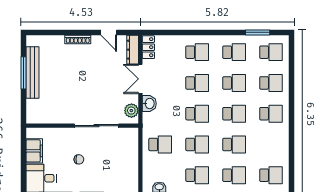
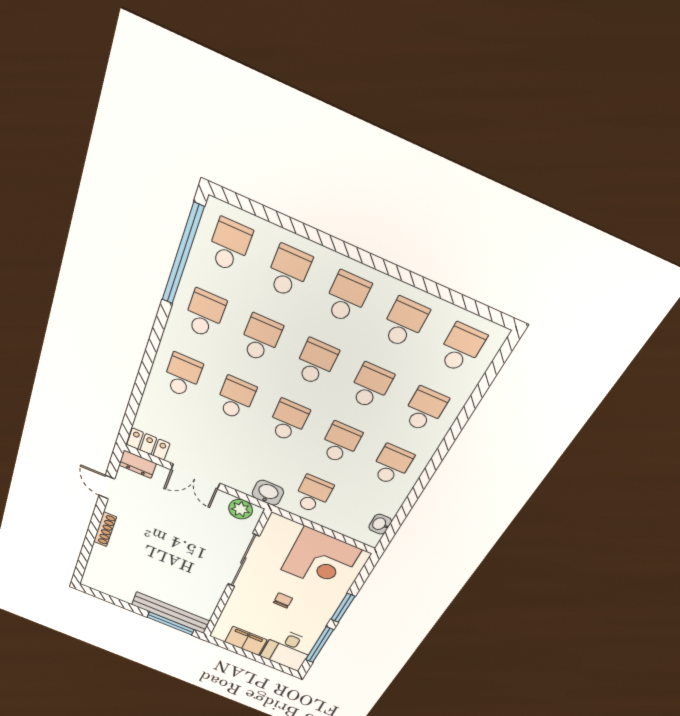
door: (109, 32) -> (107, 487), swing flipped
window: (258, 32) -> (183, 254), width x2.11
dresser: (133, 50) -> (138, 464), width x0.70
window: (23, 73) -> (171, 623), moved
bench: (33, 73) -> (171, 613), moved
washbasin: (149, 104) -> (268, 493), moved
school desk: (271, 144) -> (404, 323), added
corner desk: (120, 167) -> (321, 560), added

